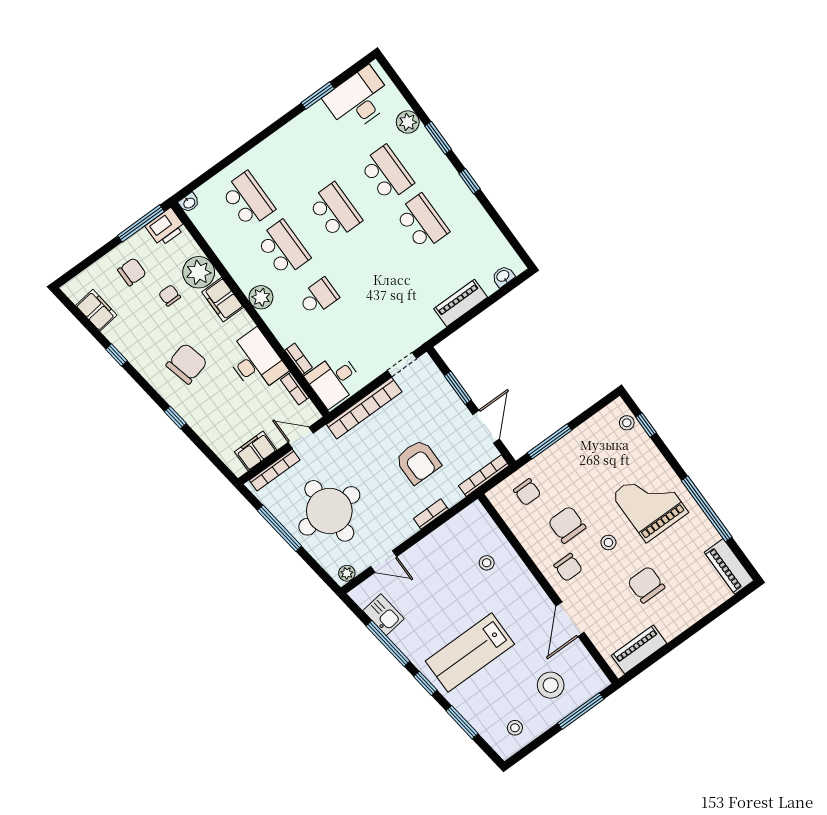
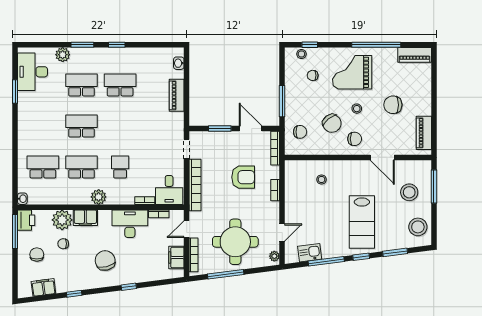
chair: (610, 457) -> (313, 75), added
chair: (567, 525) -> (332, 123), turned -128
stool: (515, 728) -> (418, 227), width x1.89, depth x1.89

